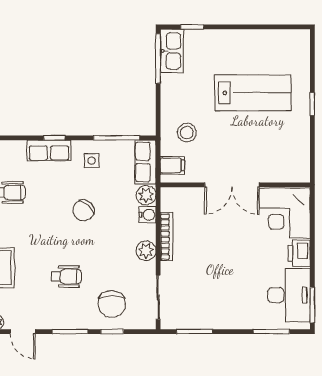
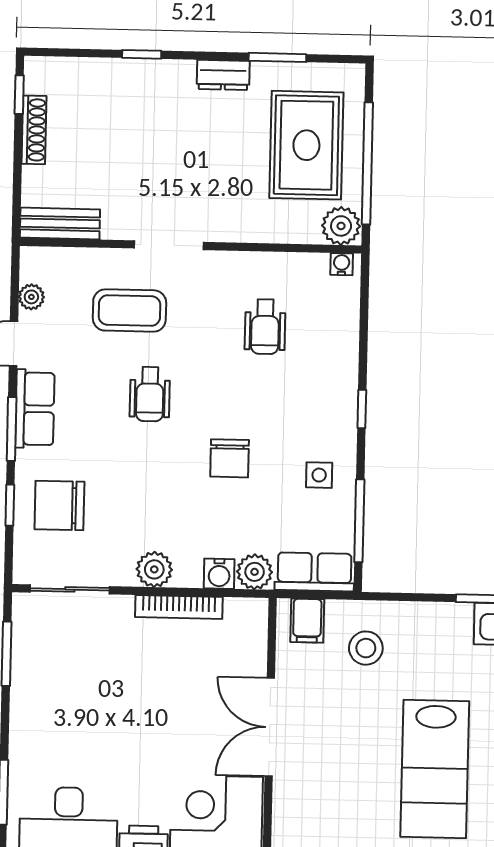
row of seats: (49, 150) -> (35, 409), moved, turned 180
chair: (83, 210) -> (230, 458), turned -134
wheelchair: (66, 277) -> (150, 394), moved

